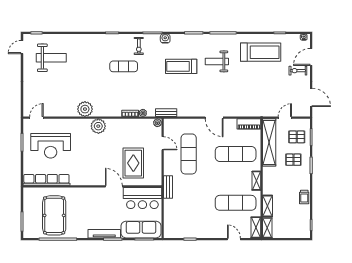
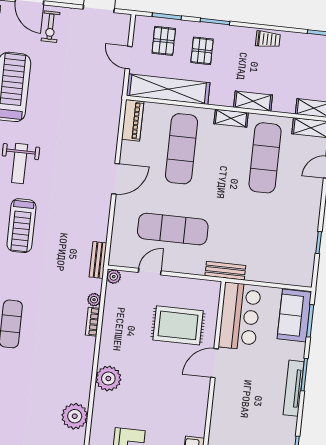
plant: (85, 109) -> (75, 416), moved
shelving: (267, 206) -> (253, 101), moved
sofa: (141, 230) -> (294, 316), width x0.73

